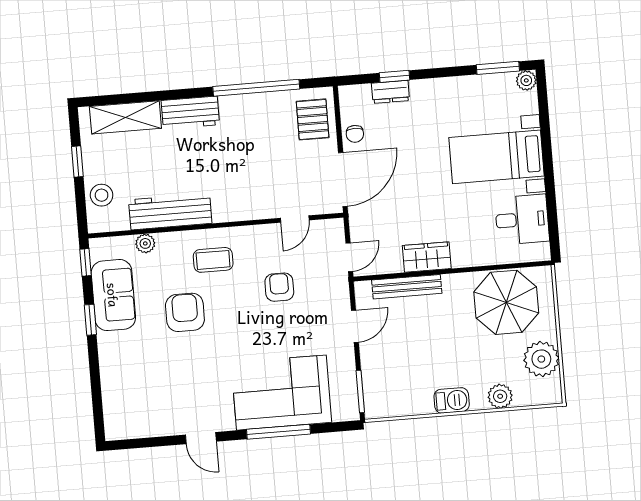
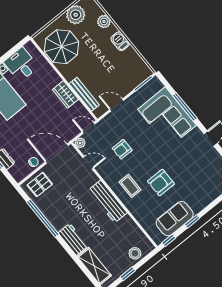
workbench: (170, 212) -> (108, 202), moved
plant: (145, 243) -> (80, 143), moved

